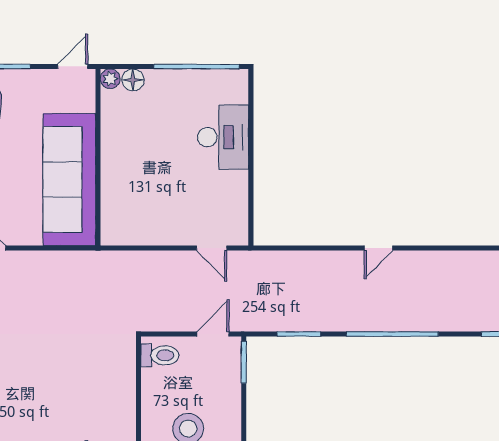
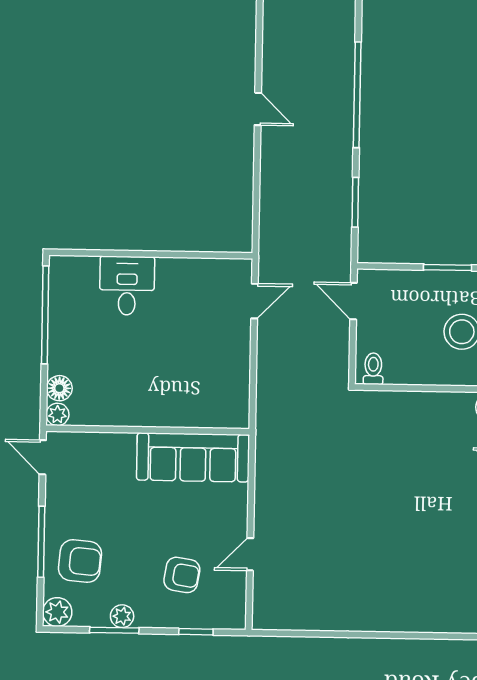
desk: (223, 137) -> (127, 286), width x0.73
sofa: (69, 180) -> (193, 457), width x0.74, depth x0.79
toilet: (160, 355) -> (373, 369), width x0.73, depth x0.72
window: (244, 362) -> (448, 267), moved

